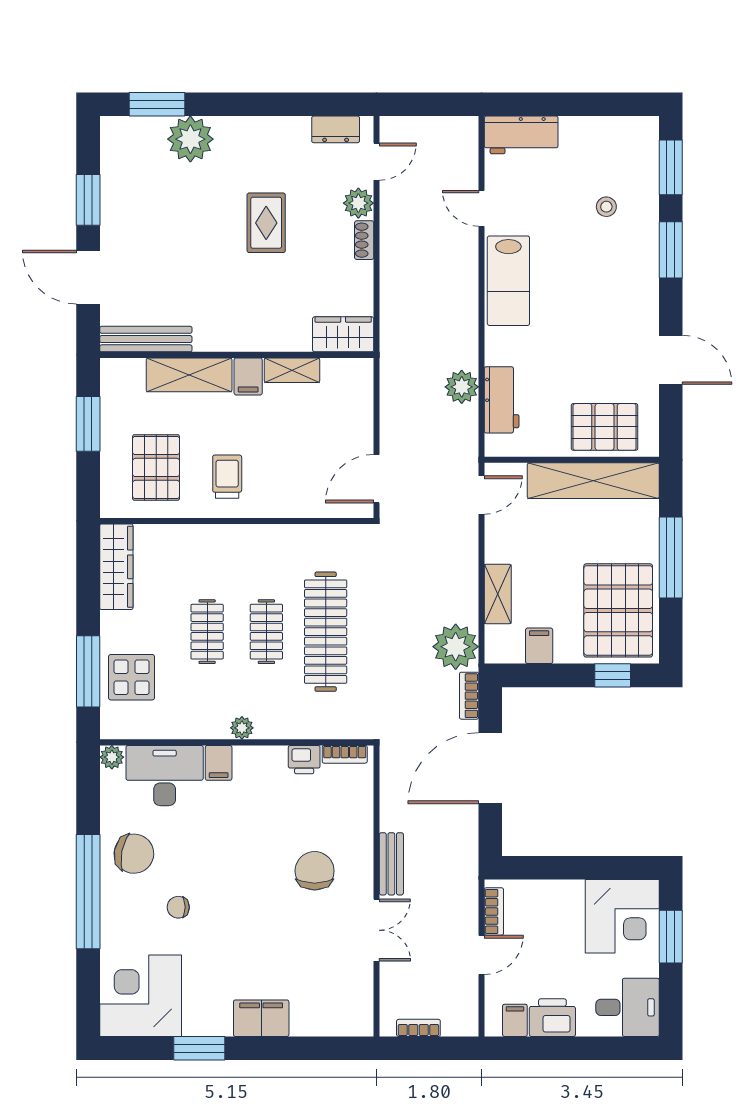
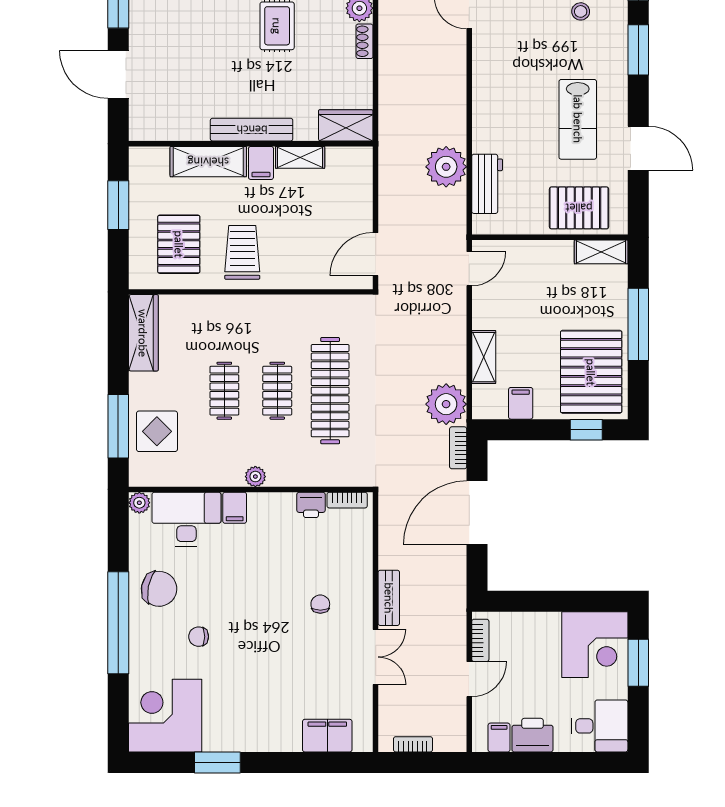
lab bench: (508, 281) -> (578, 119), moved
bench: (146, 339) -> (252, 130), moved
plant: (462, 387) -> (446, 167), width x1.36, depth x1.36
trolley: (227, 477) -> (242, 252), width x1.36, depth x1.39
shelving: (593, 481) -> (601, 252), width x0.45, depth x0.75
chair: (315, 871) -> (320, 604), width x0.54, depth x0.54
filing cabinet: (261, 1018) -> (327, 736), moved

